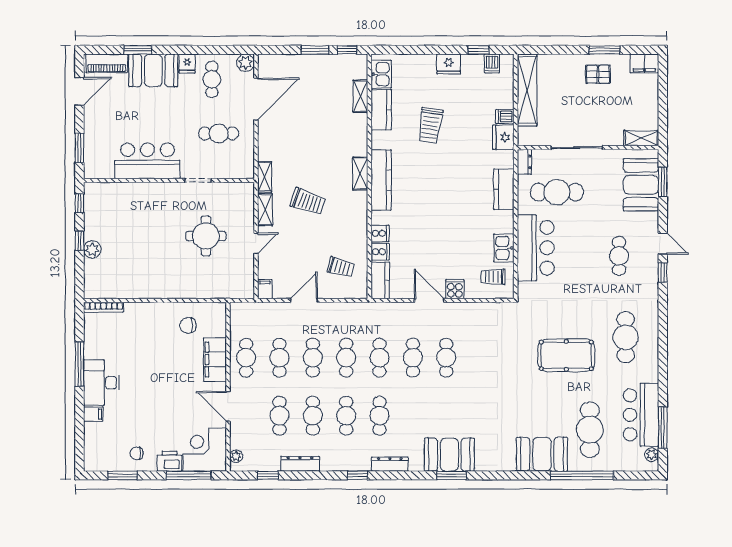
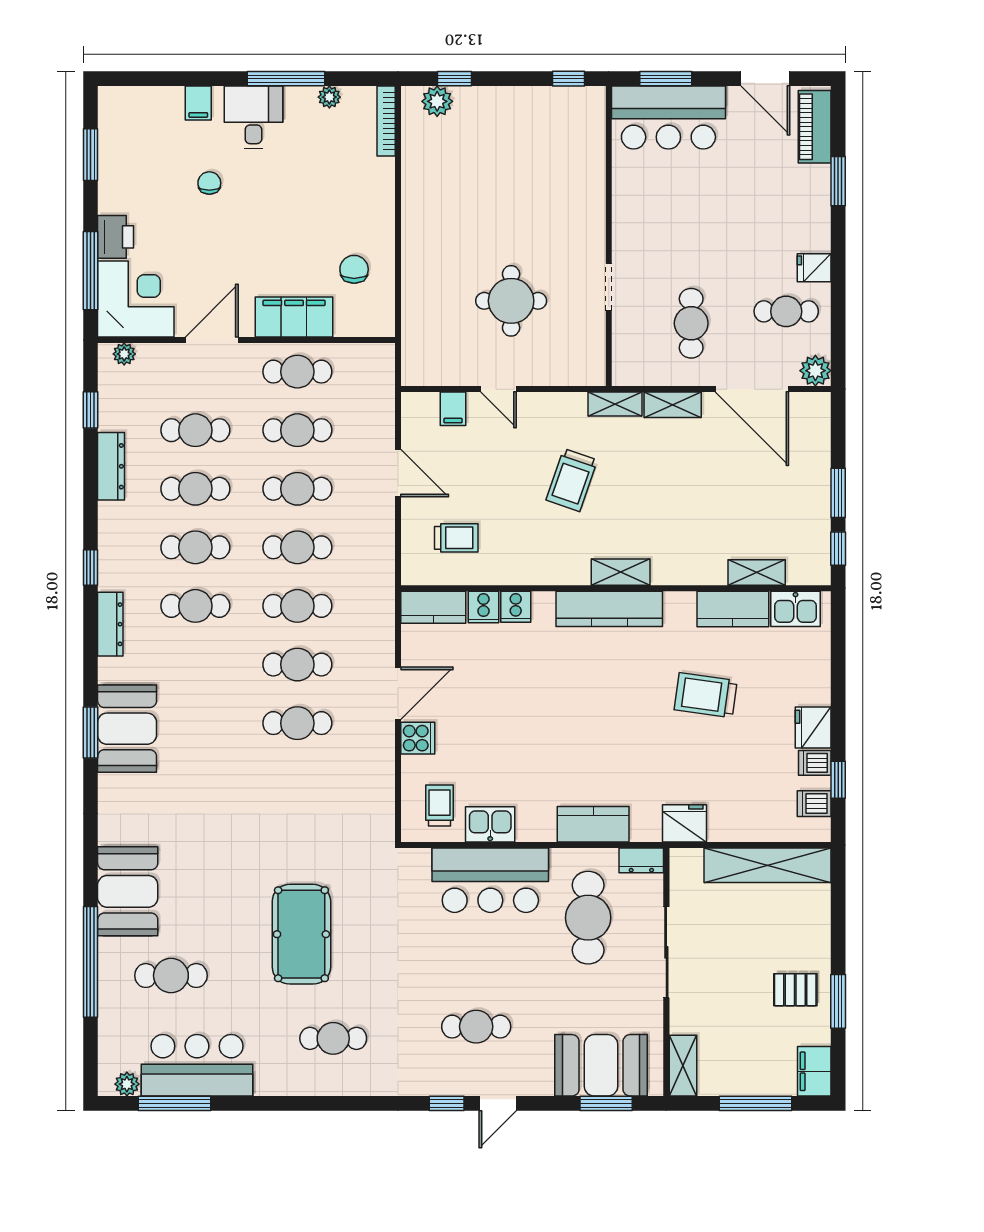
booth: (153, 70) -> (802, 208), removed
pallet: (598, 74) -> (795, 990), turned 90
window: (663, 97) -> (756, 1103), added
dishwasher: (505, 116) -> (815, 763), moved, turned -90
bar counter: (147, 161) -> (668, 118), moved, turned 90
shelving: (265, 210) -> (673, 405), moved
window: (79, 241) -> (455, 79), moved
plant: (92, 249) -> (437, 101), moved
trolley: (341, 267) -> (456, 538), turned -105
filing cabinet: (265, 289) -> (453, 409), moved, turned 90
cafe table: (626, 337) -> (333, 1038), width x0.73, depth x0.74
plant: (90, 339) -> (329, 97), added
desk: (101, 383) -> (253, 117), width x0.73
cafe table: (590, 430) -> (171, 976), width x0.73, depth x0.74
chair: (137, 453) -> (209, 183), moved

